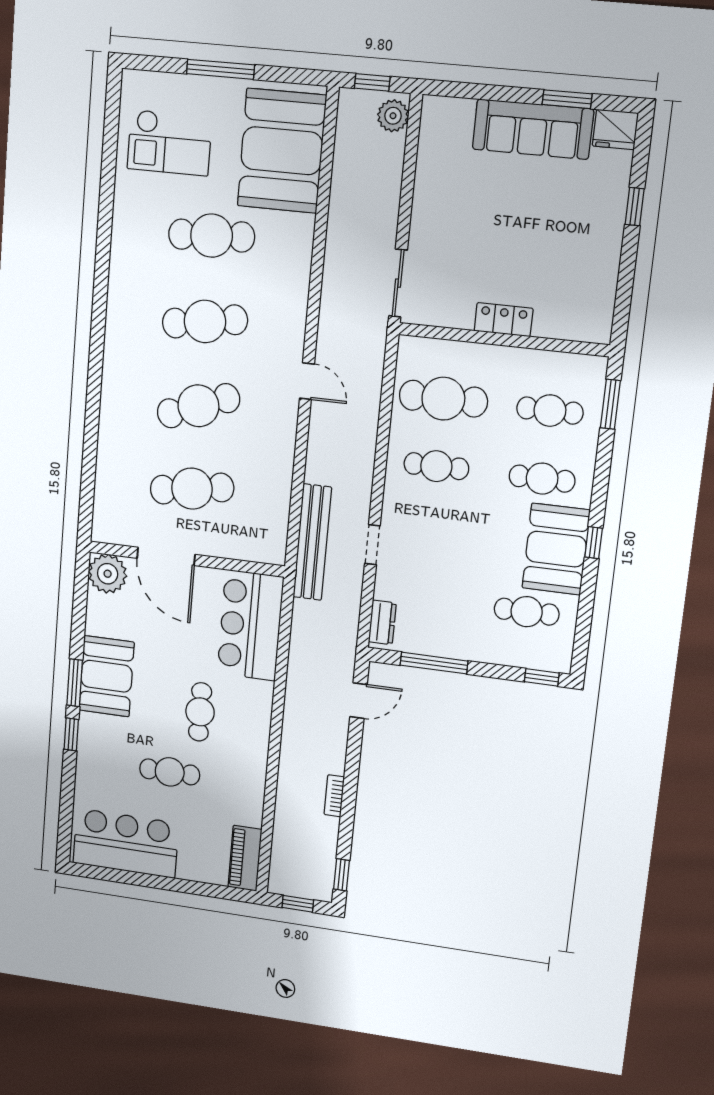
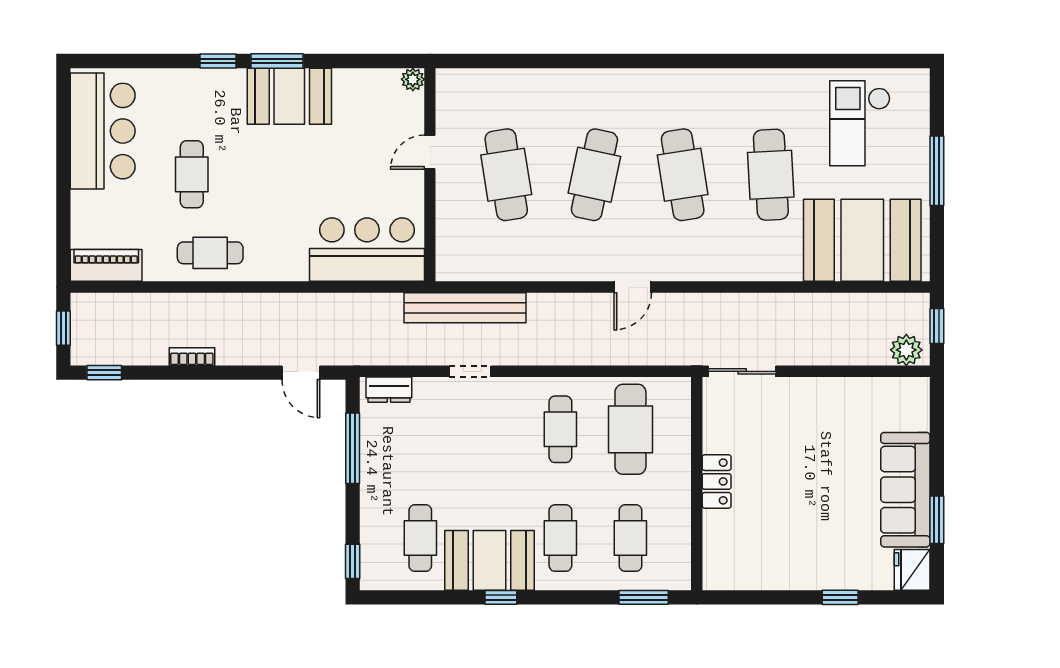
cafe table: (198, 406) -> (594, 175), turned 33
door: (166, 556) -> (430, 152), width x0.53
plant: (108, 574) -> (413, 79), width x0.53, depth x0.53
cafe table: (200, 712) -> (210, 253), moved

